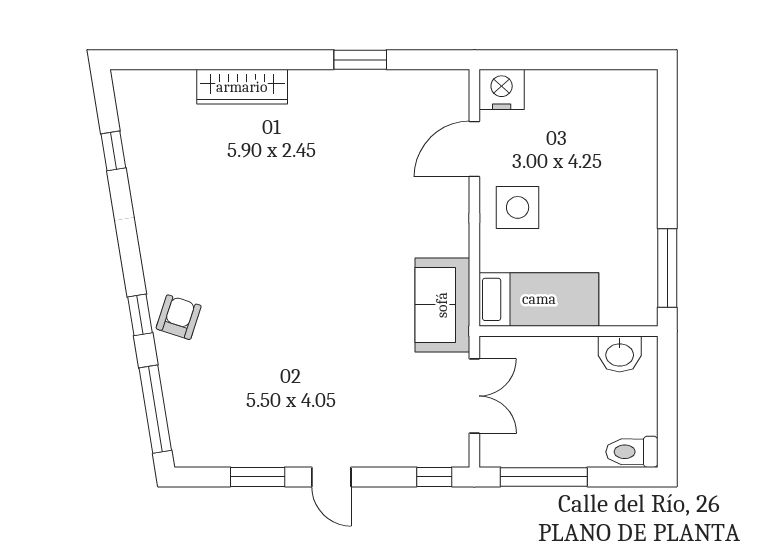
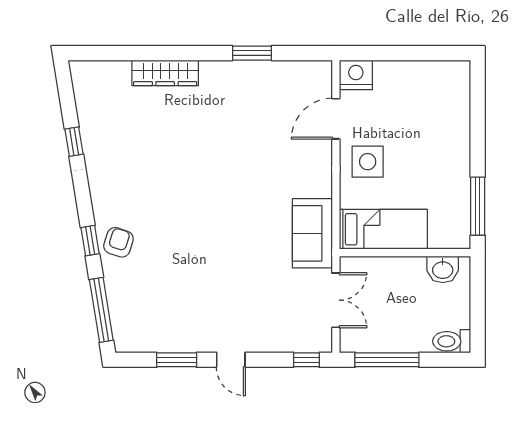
window: (113, 151) -> (74, 142), moved

